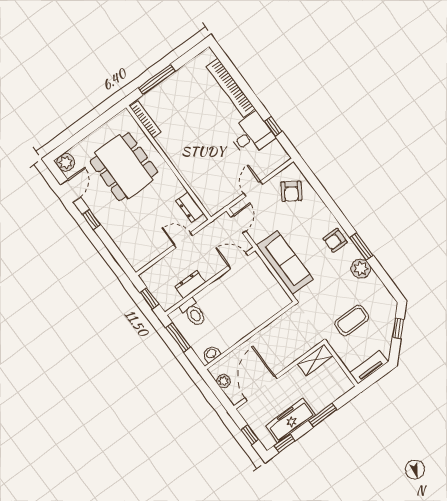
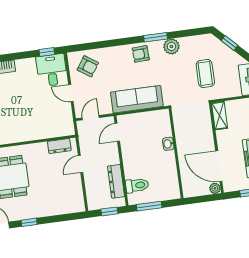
window: (273, 126) -> (47, 52), moved
desk: (251, 135) -> (52, 70), moved
door: (238, 224) -> (91, 118), hinge flipped
armchair: (335, 240) -> (141, 54), turned 87
dresser: (190, 284) -> (116, 181), width x1.44
washbasin: (211, 354) -> (168, 144), moved
plant: (223, 381) -> (215, 188), moved

